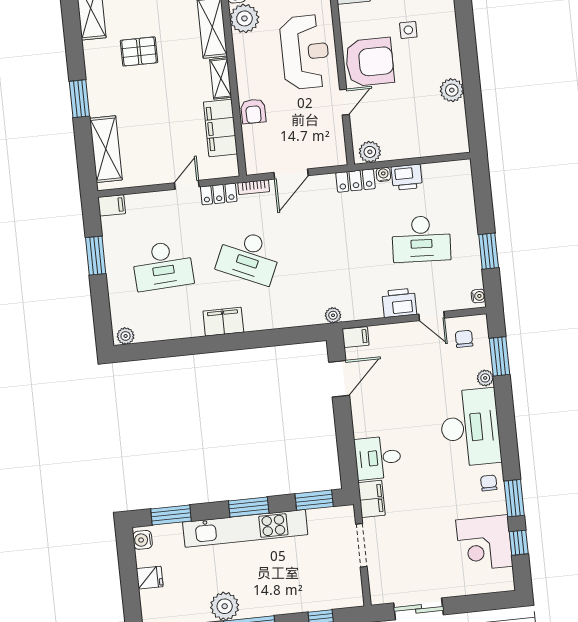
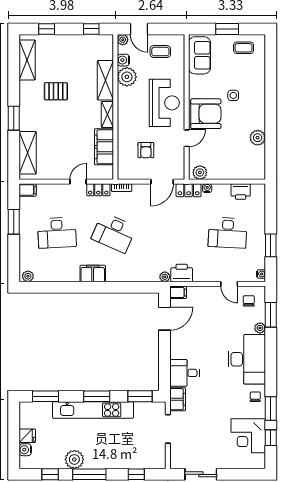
armchair: (253, 111) -> (146, 150), moved
door: (291, 174) -> (162, 182), moved
printer: (407, 177) -> (241, 192), moved
printer: (399, 303) -> (182, 273), moved
water cooler: (143, 540) -> (25, 450), moved

